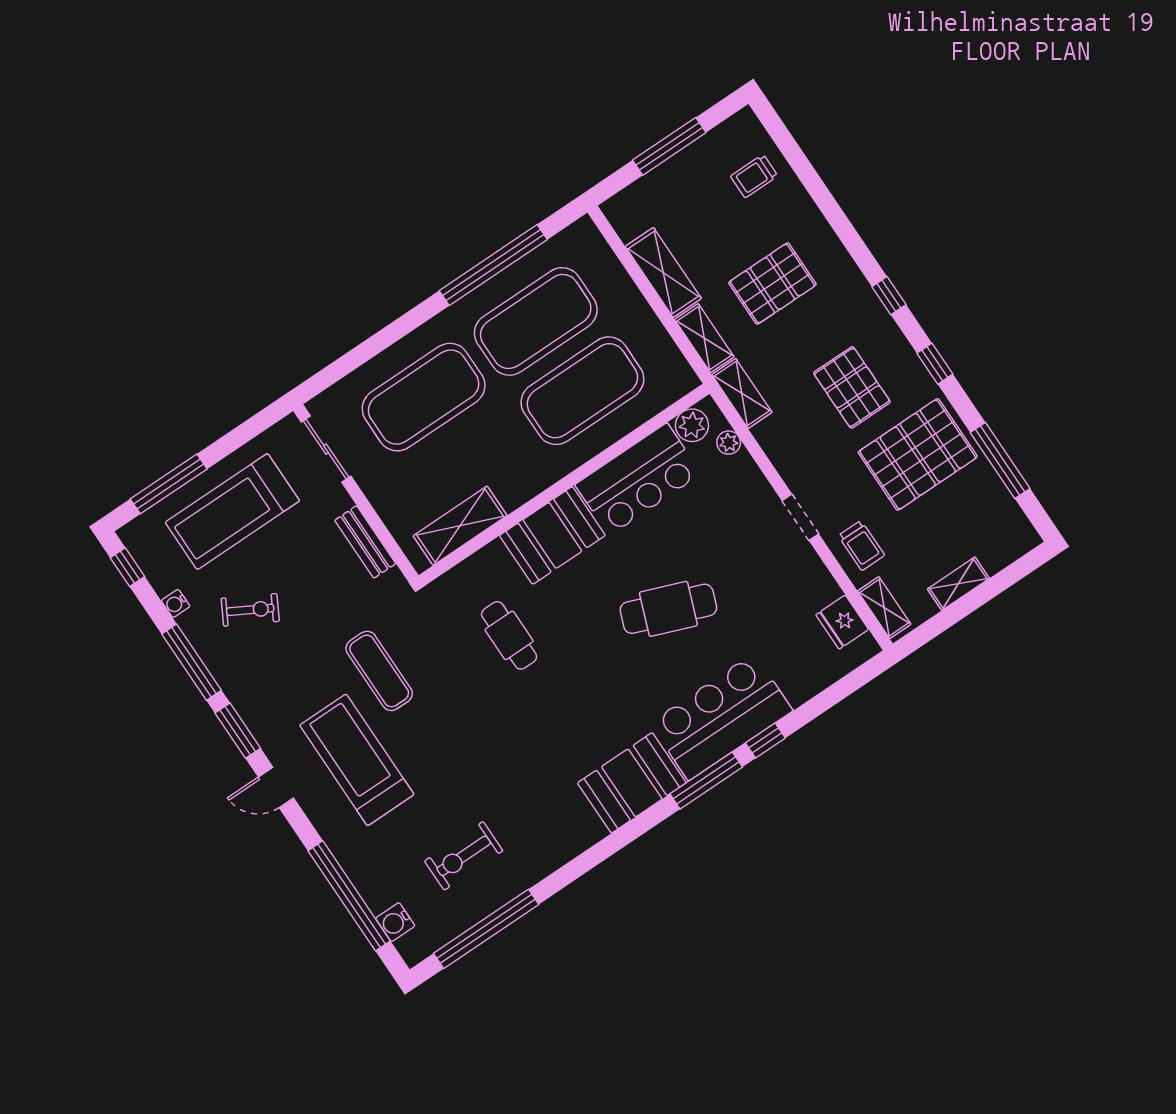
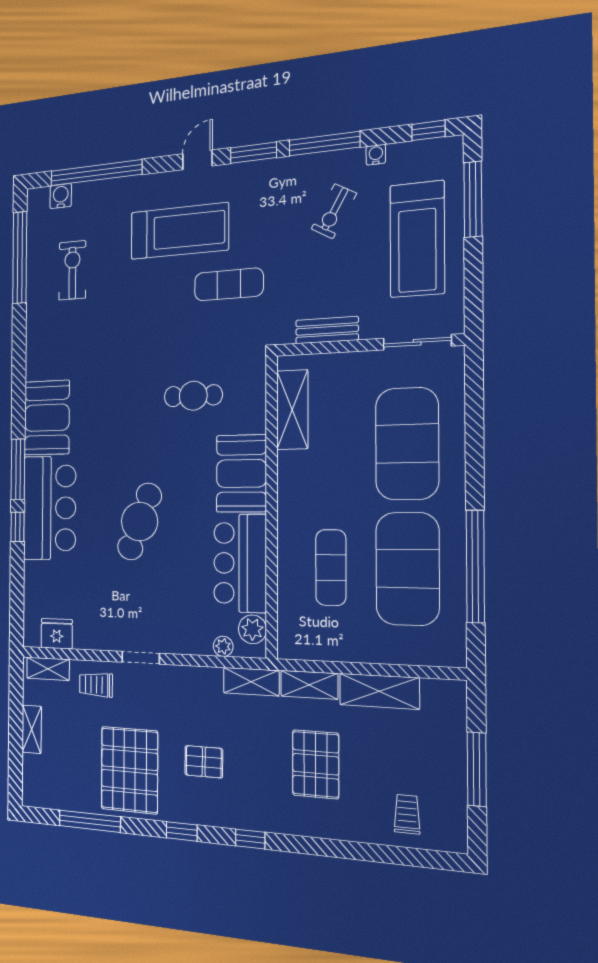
pallet: (852, 387) -> (204, 762), width x0.67, depth x0.71
exercise mat: (582, 391) -> (331, 568), width x0.50, depth x0.69
treadmill: (232, 512) -> (417, 239), turned 180

